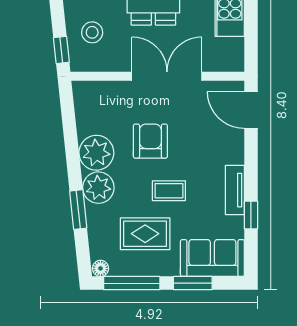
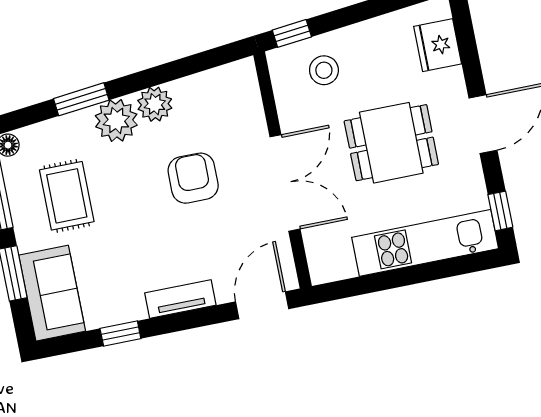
armchair: (150, 141) -> (193, 178), turned -90
plant: (96, 153) -> (155, 104), width x0.73, depth x0.73
tv unit: (235, 190) -> (180, 299), moved
coffee table: (169, 191) -> (131, 216), removed

